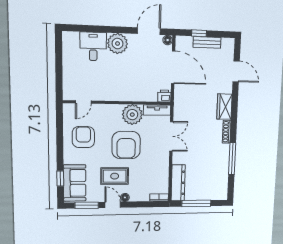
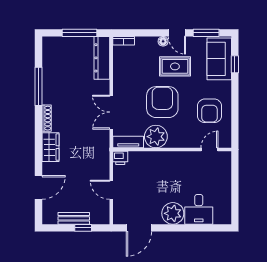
floor lamp: (168, 40) -> (118, 219), removed
door: (173, 67) -> (111, 190), width x0.53
door: (236, 71) -> (39, 187), swing flipped

